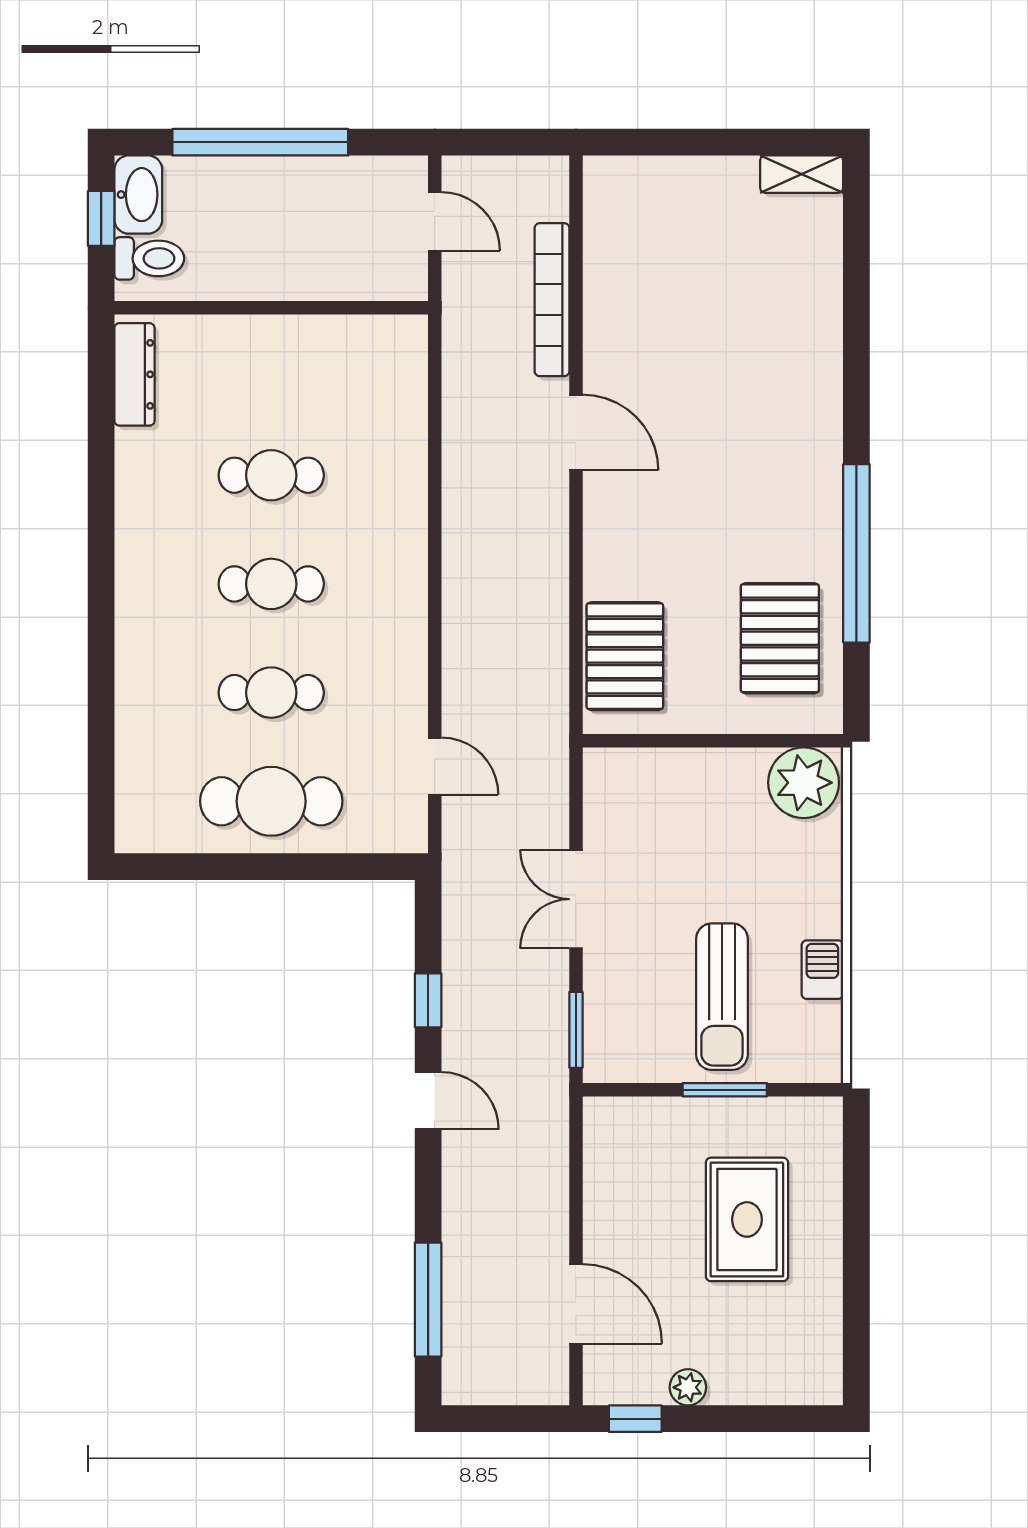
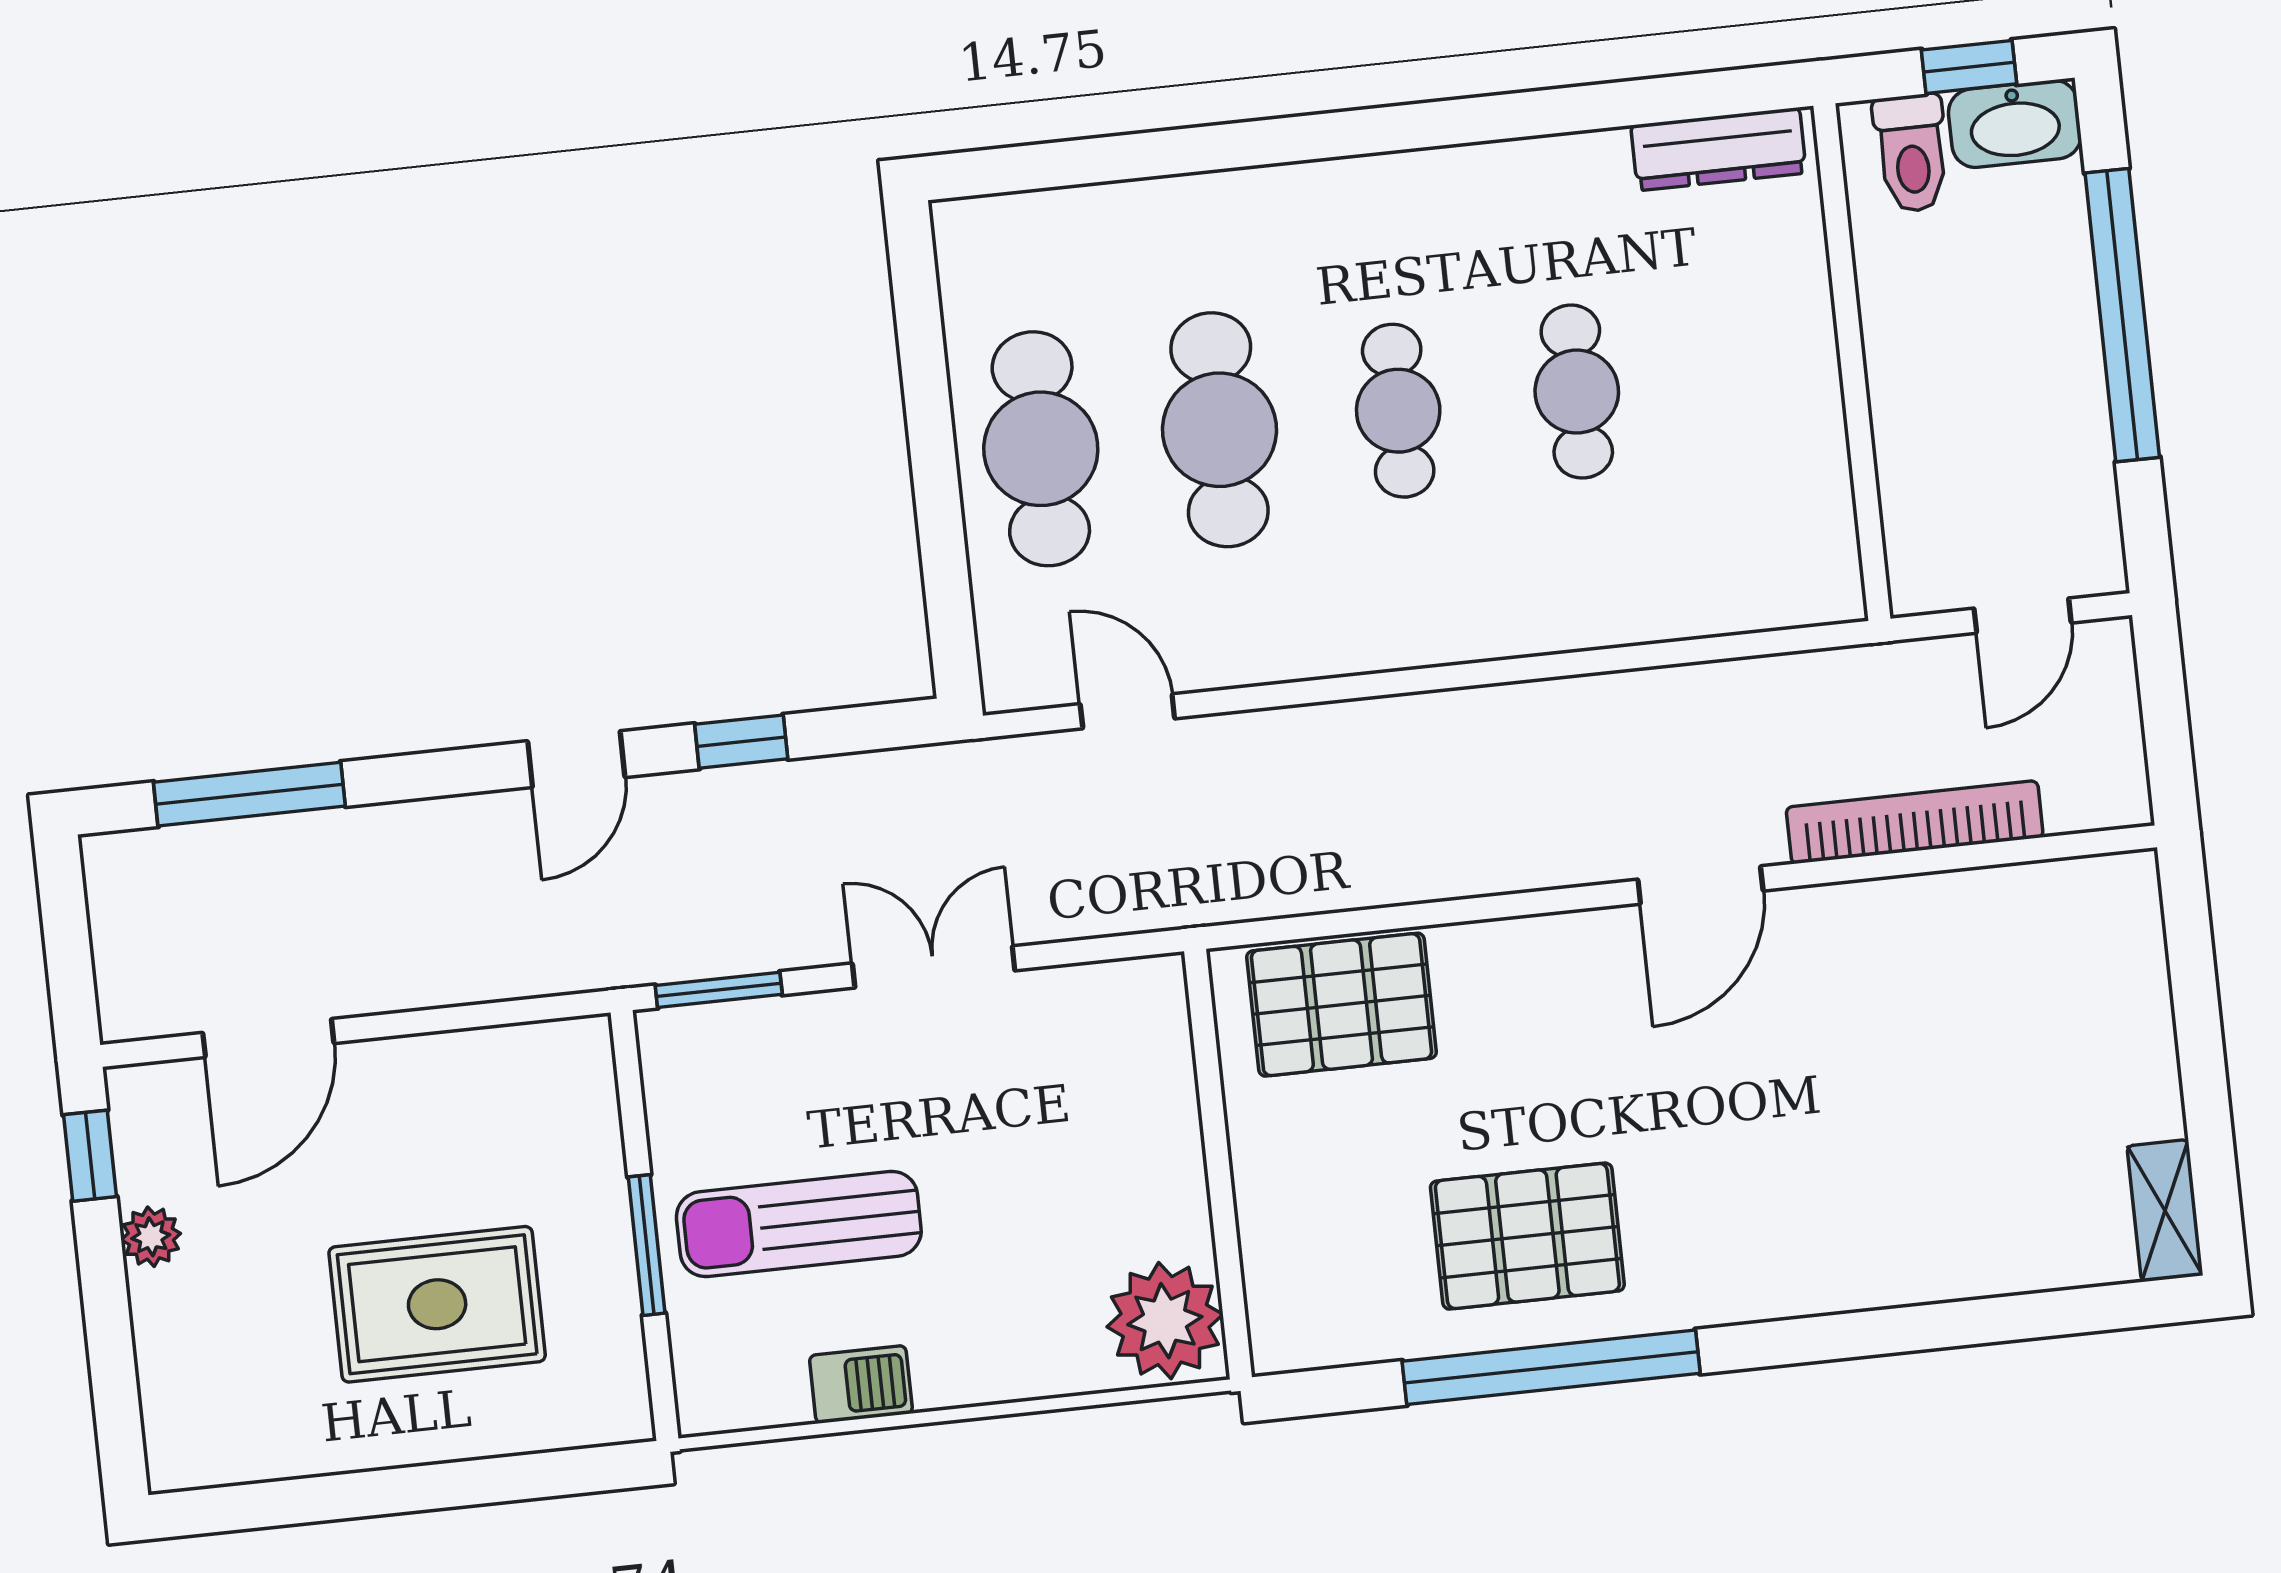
pallet: (780, 638) -> (1527, 1236), moved
cafe table: (271, 693) -> (1220, 430), width x1.37, depth x1.35
door: (435, 766) -> (1127, 711), swing flipped

